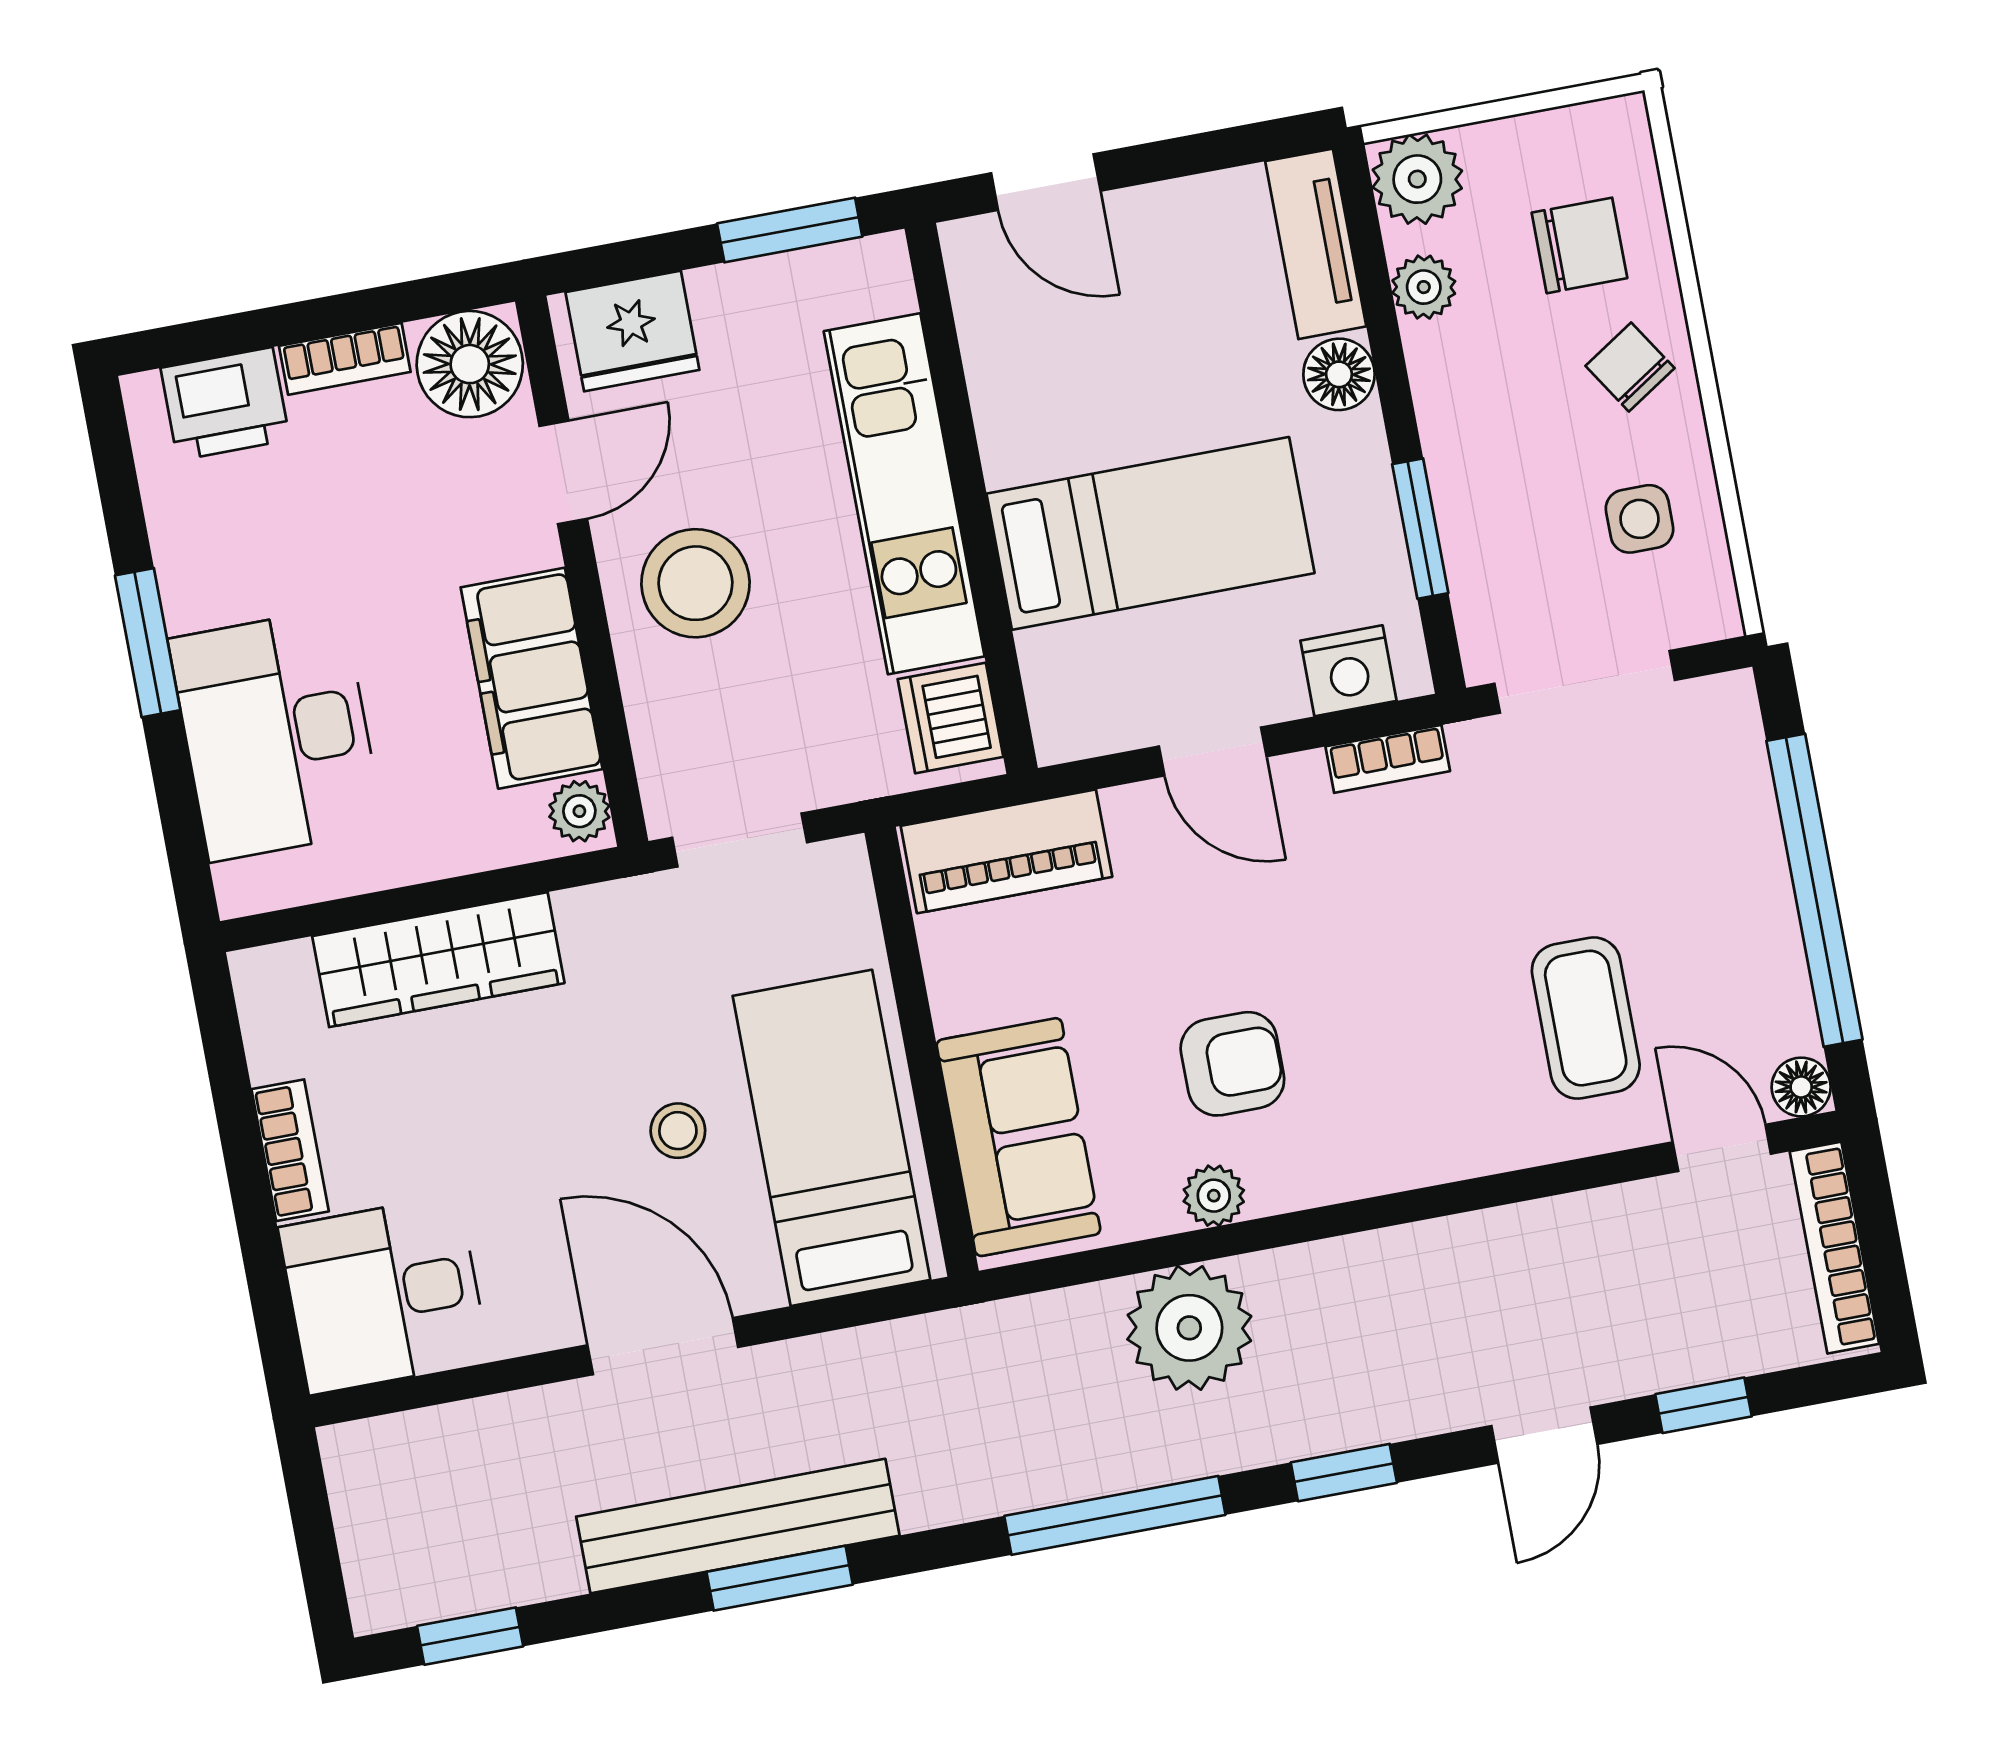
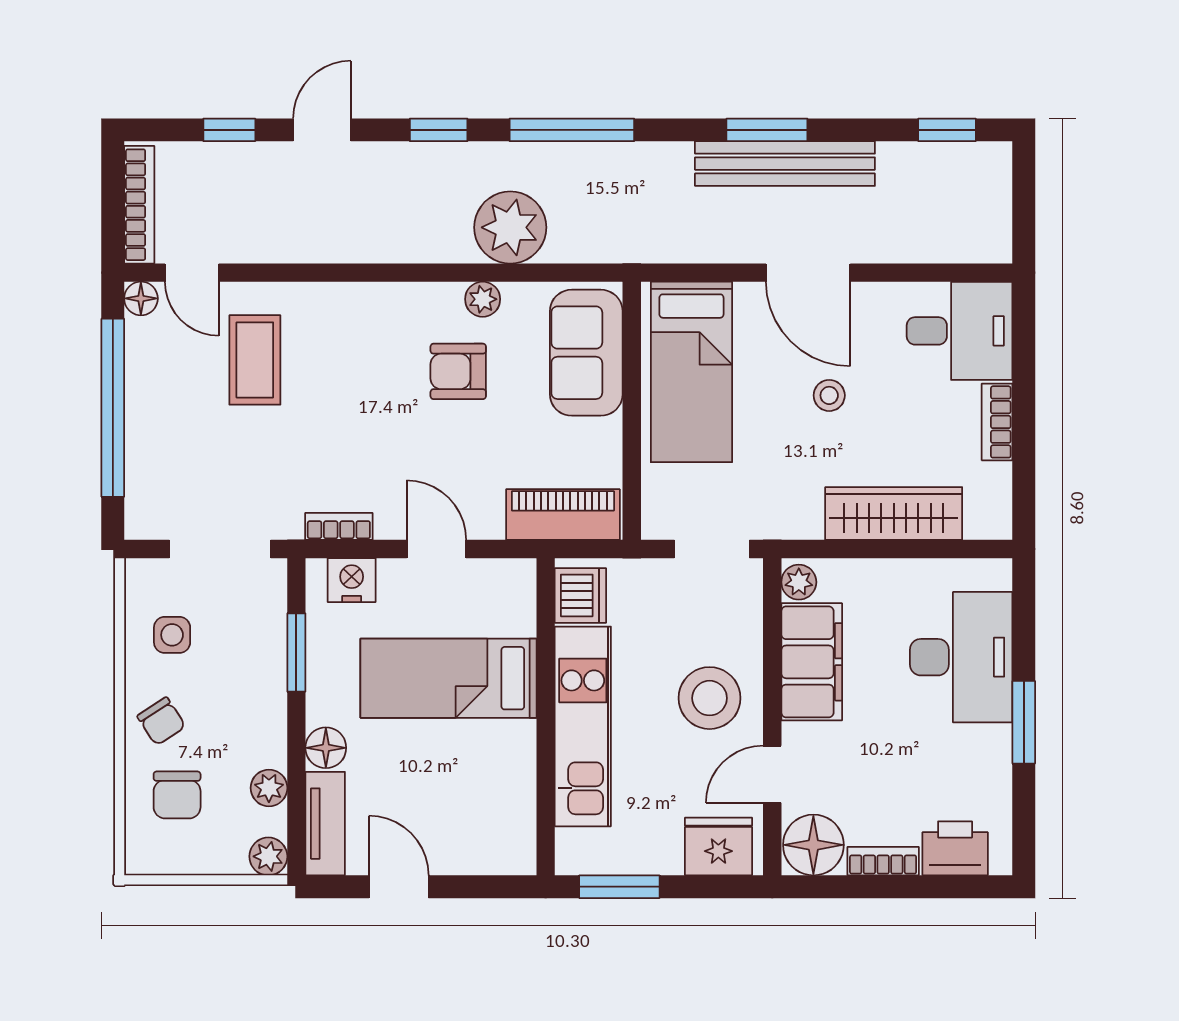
plant: (1417, 179) -> (268, 856), width x0.73, depth x0.73
door: (1046, 182) -> (399, 887), moved
chair: (1579, 245) -> (177, 795), turned -90
stool: (678, 1131) -> (829, 395), moved

